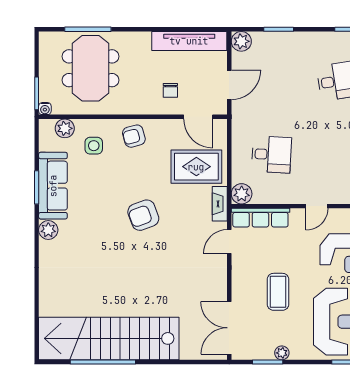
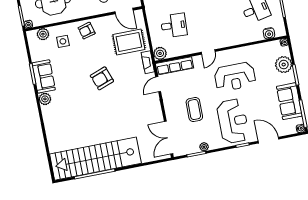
sofa: (53, 186) -> (44, 76), width x0.73

